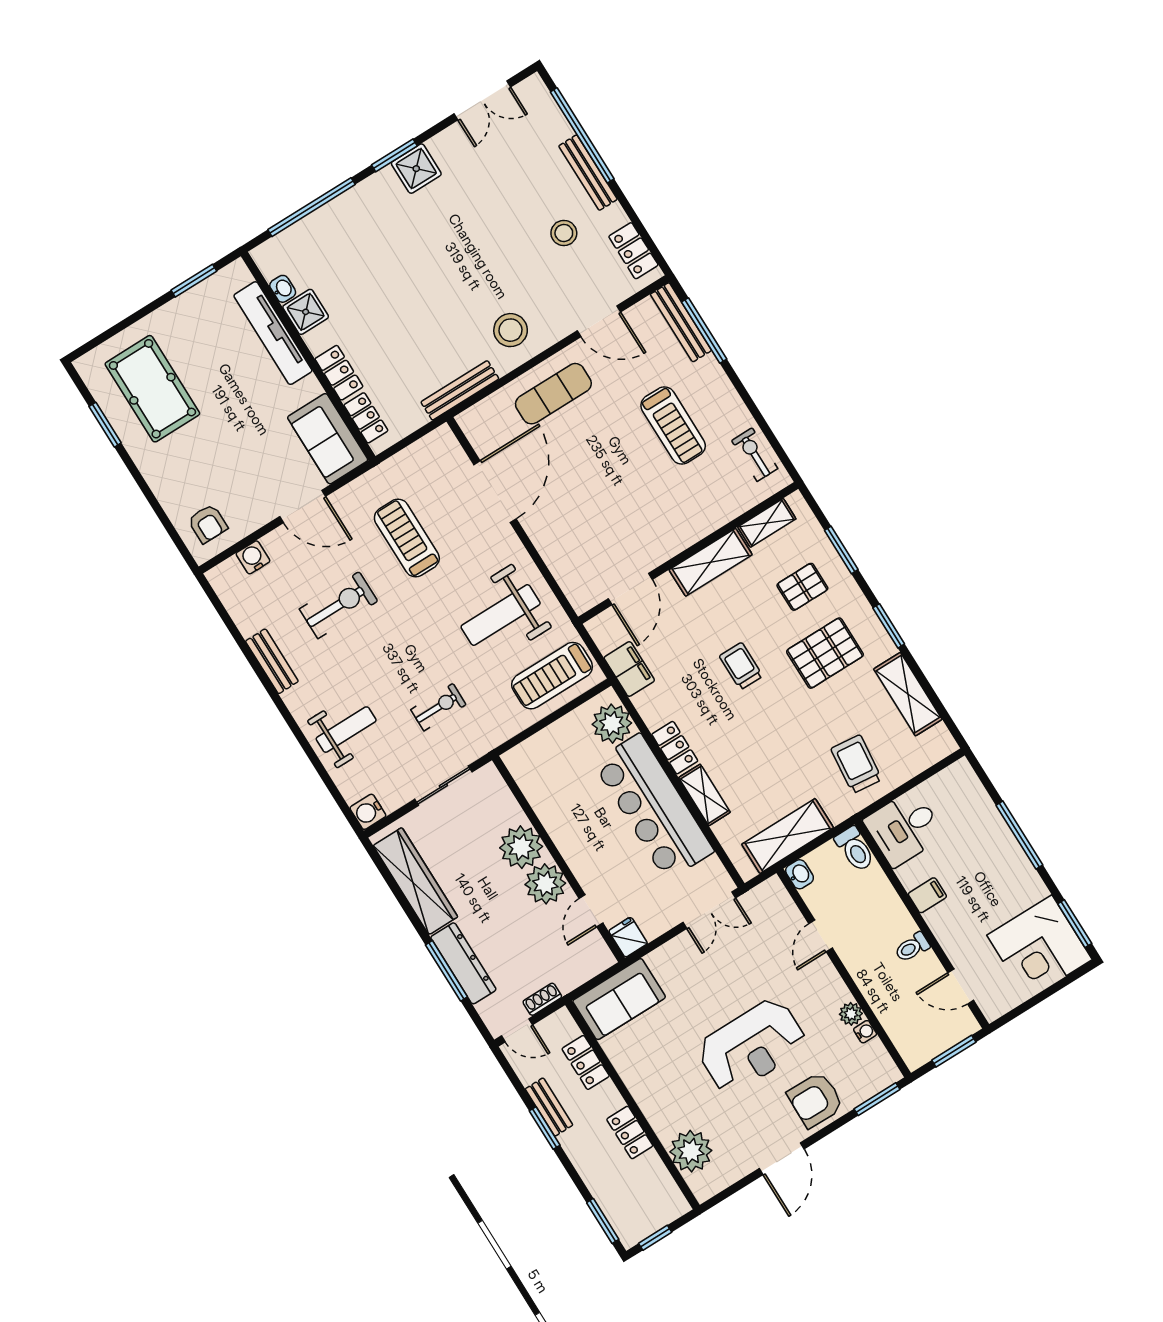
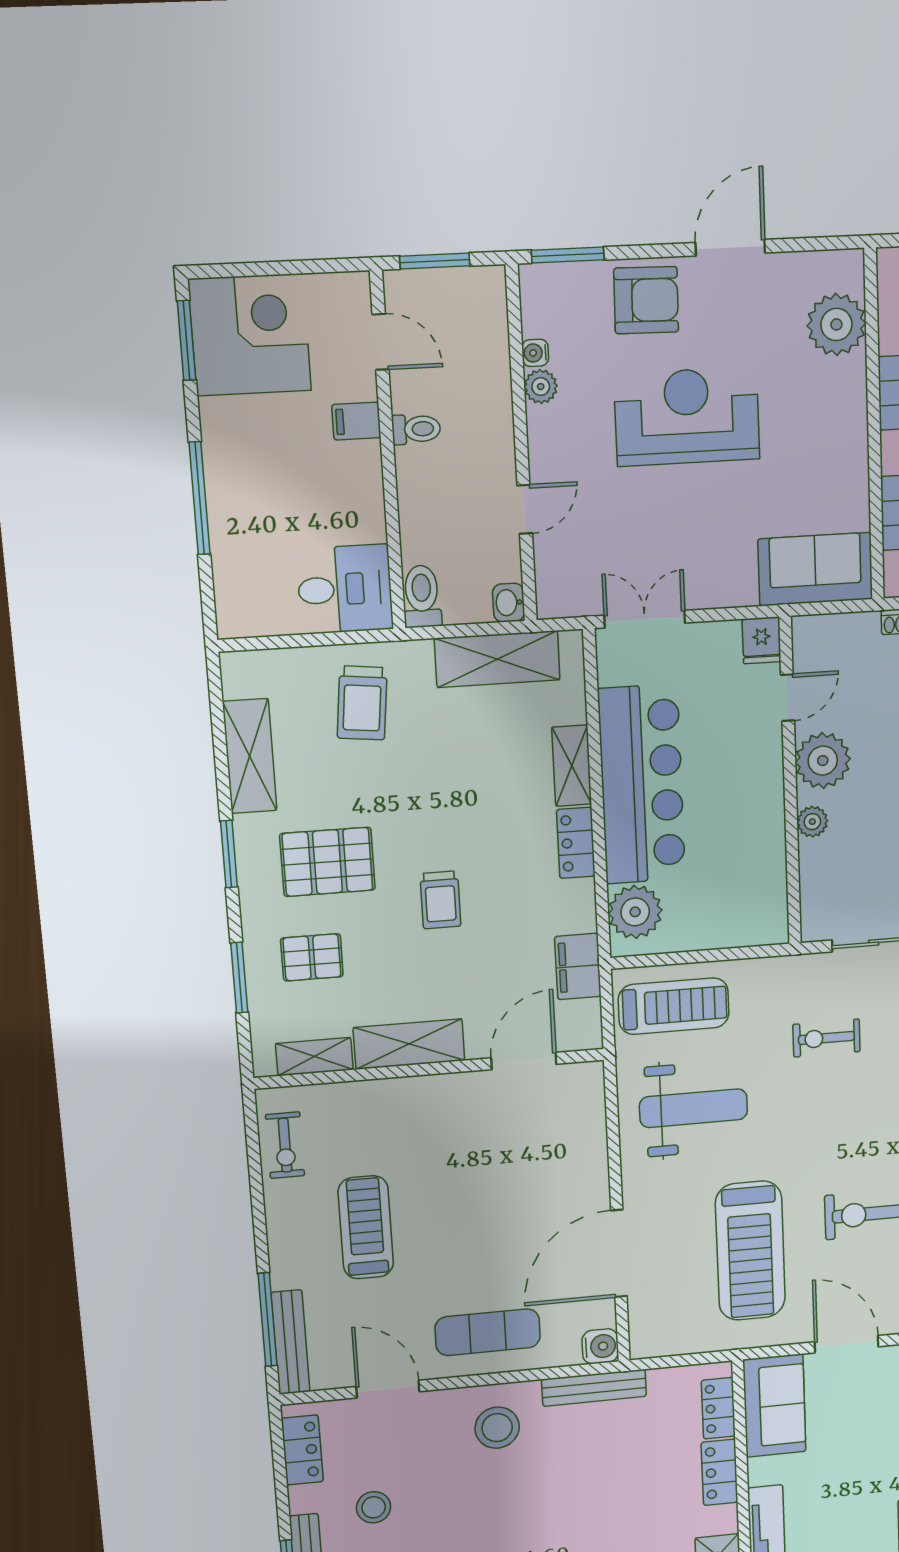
water cooler: (472, 421) -> (600, 1346), added
treadmill: (407, 538) -> (750, 1251), width x1.37, depth x1.38
plant: (521, 847) -> (812, 822), width x0.53, depth x0.53
filing cabinet: (927, 895) -> (356, 421), moved

